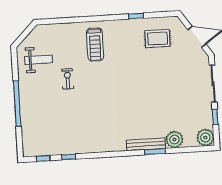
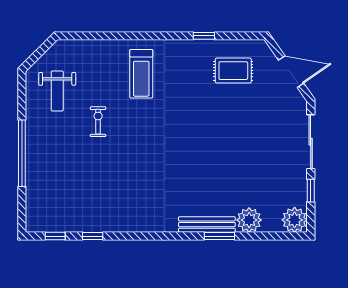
weight bench: (39, 60) -> (57, 91), turned 90

